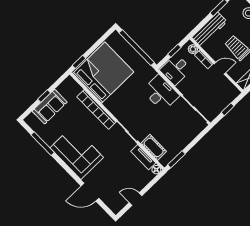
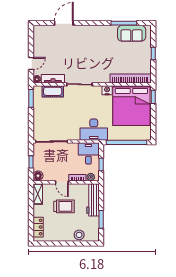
door: (220, 68) -> (62, 182), hinge flipped
desk: (161, 93) -> (94, 130), moved
floor lamp: (233, 93) -> (38, 176), added
nightstand: (110, 104) -> (107, 90), added
sofa: (50, 107) -> (132, 33), moved, turned -90
bookcase: (96, 109) -> (130, 78), moved
corner sofa: (77, 153) -> (97, 39), removed
door: (136, 199) -> (31, 64), moved

